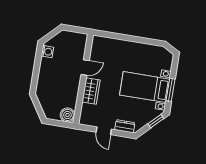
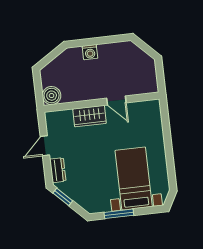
washing machine: (47, 52) -> (90, 52), moved
bed with nightstands: (145, 87) -> (134, 179), moved
window: (156, 121) -> (63, 197), moved

